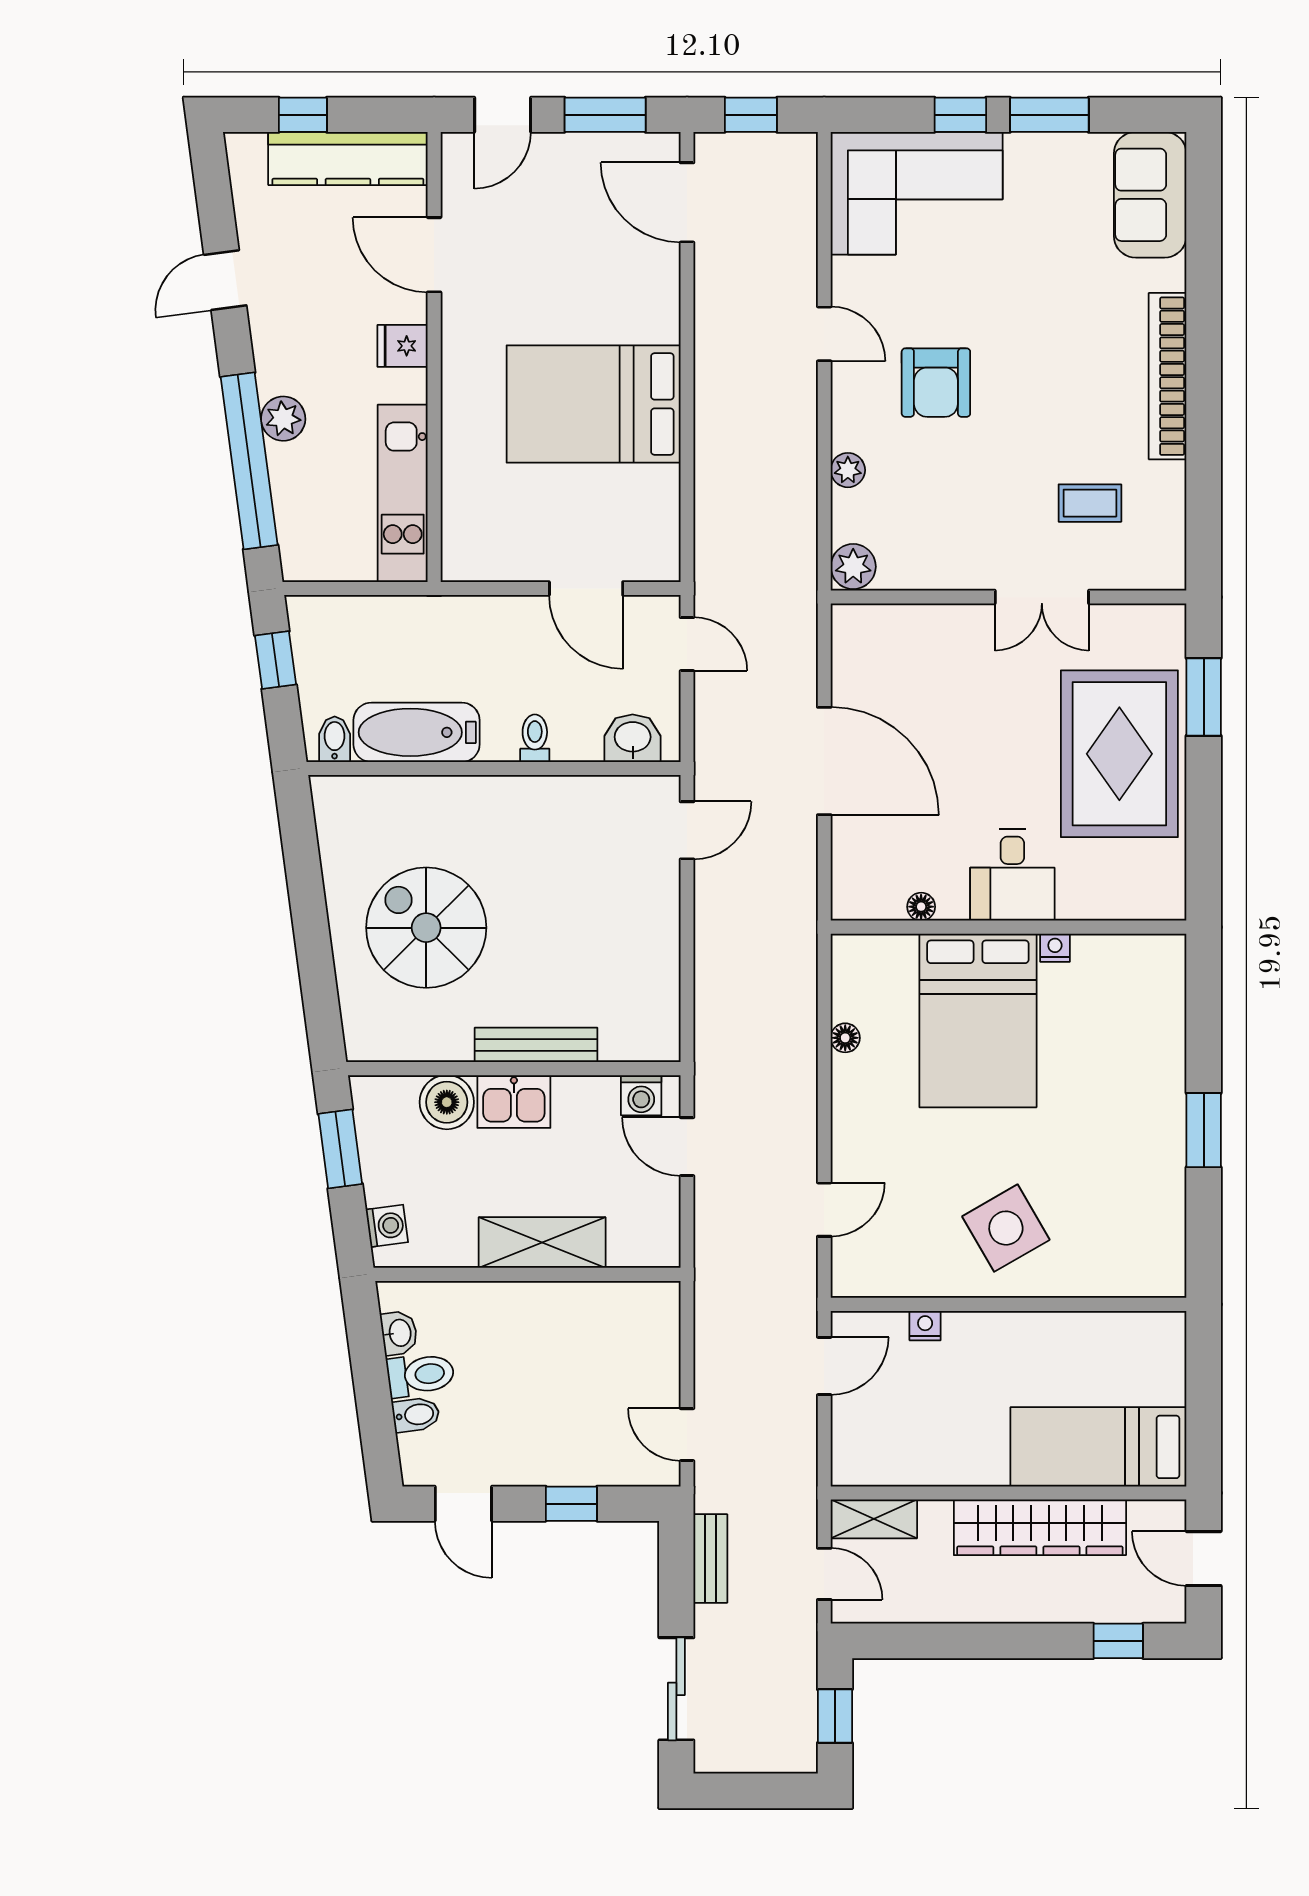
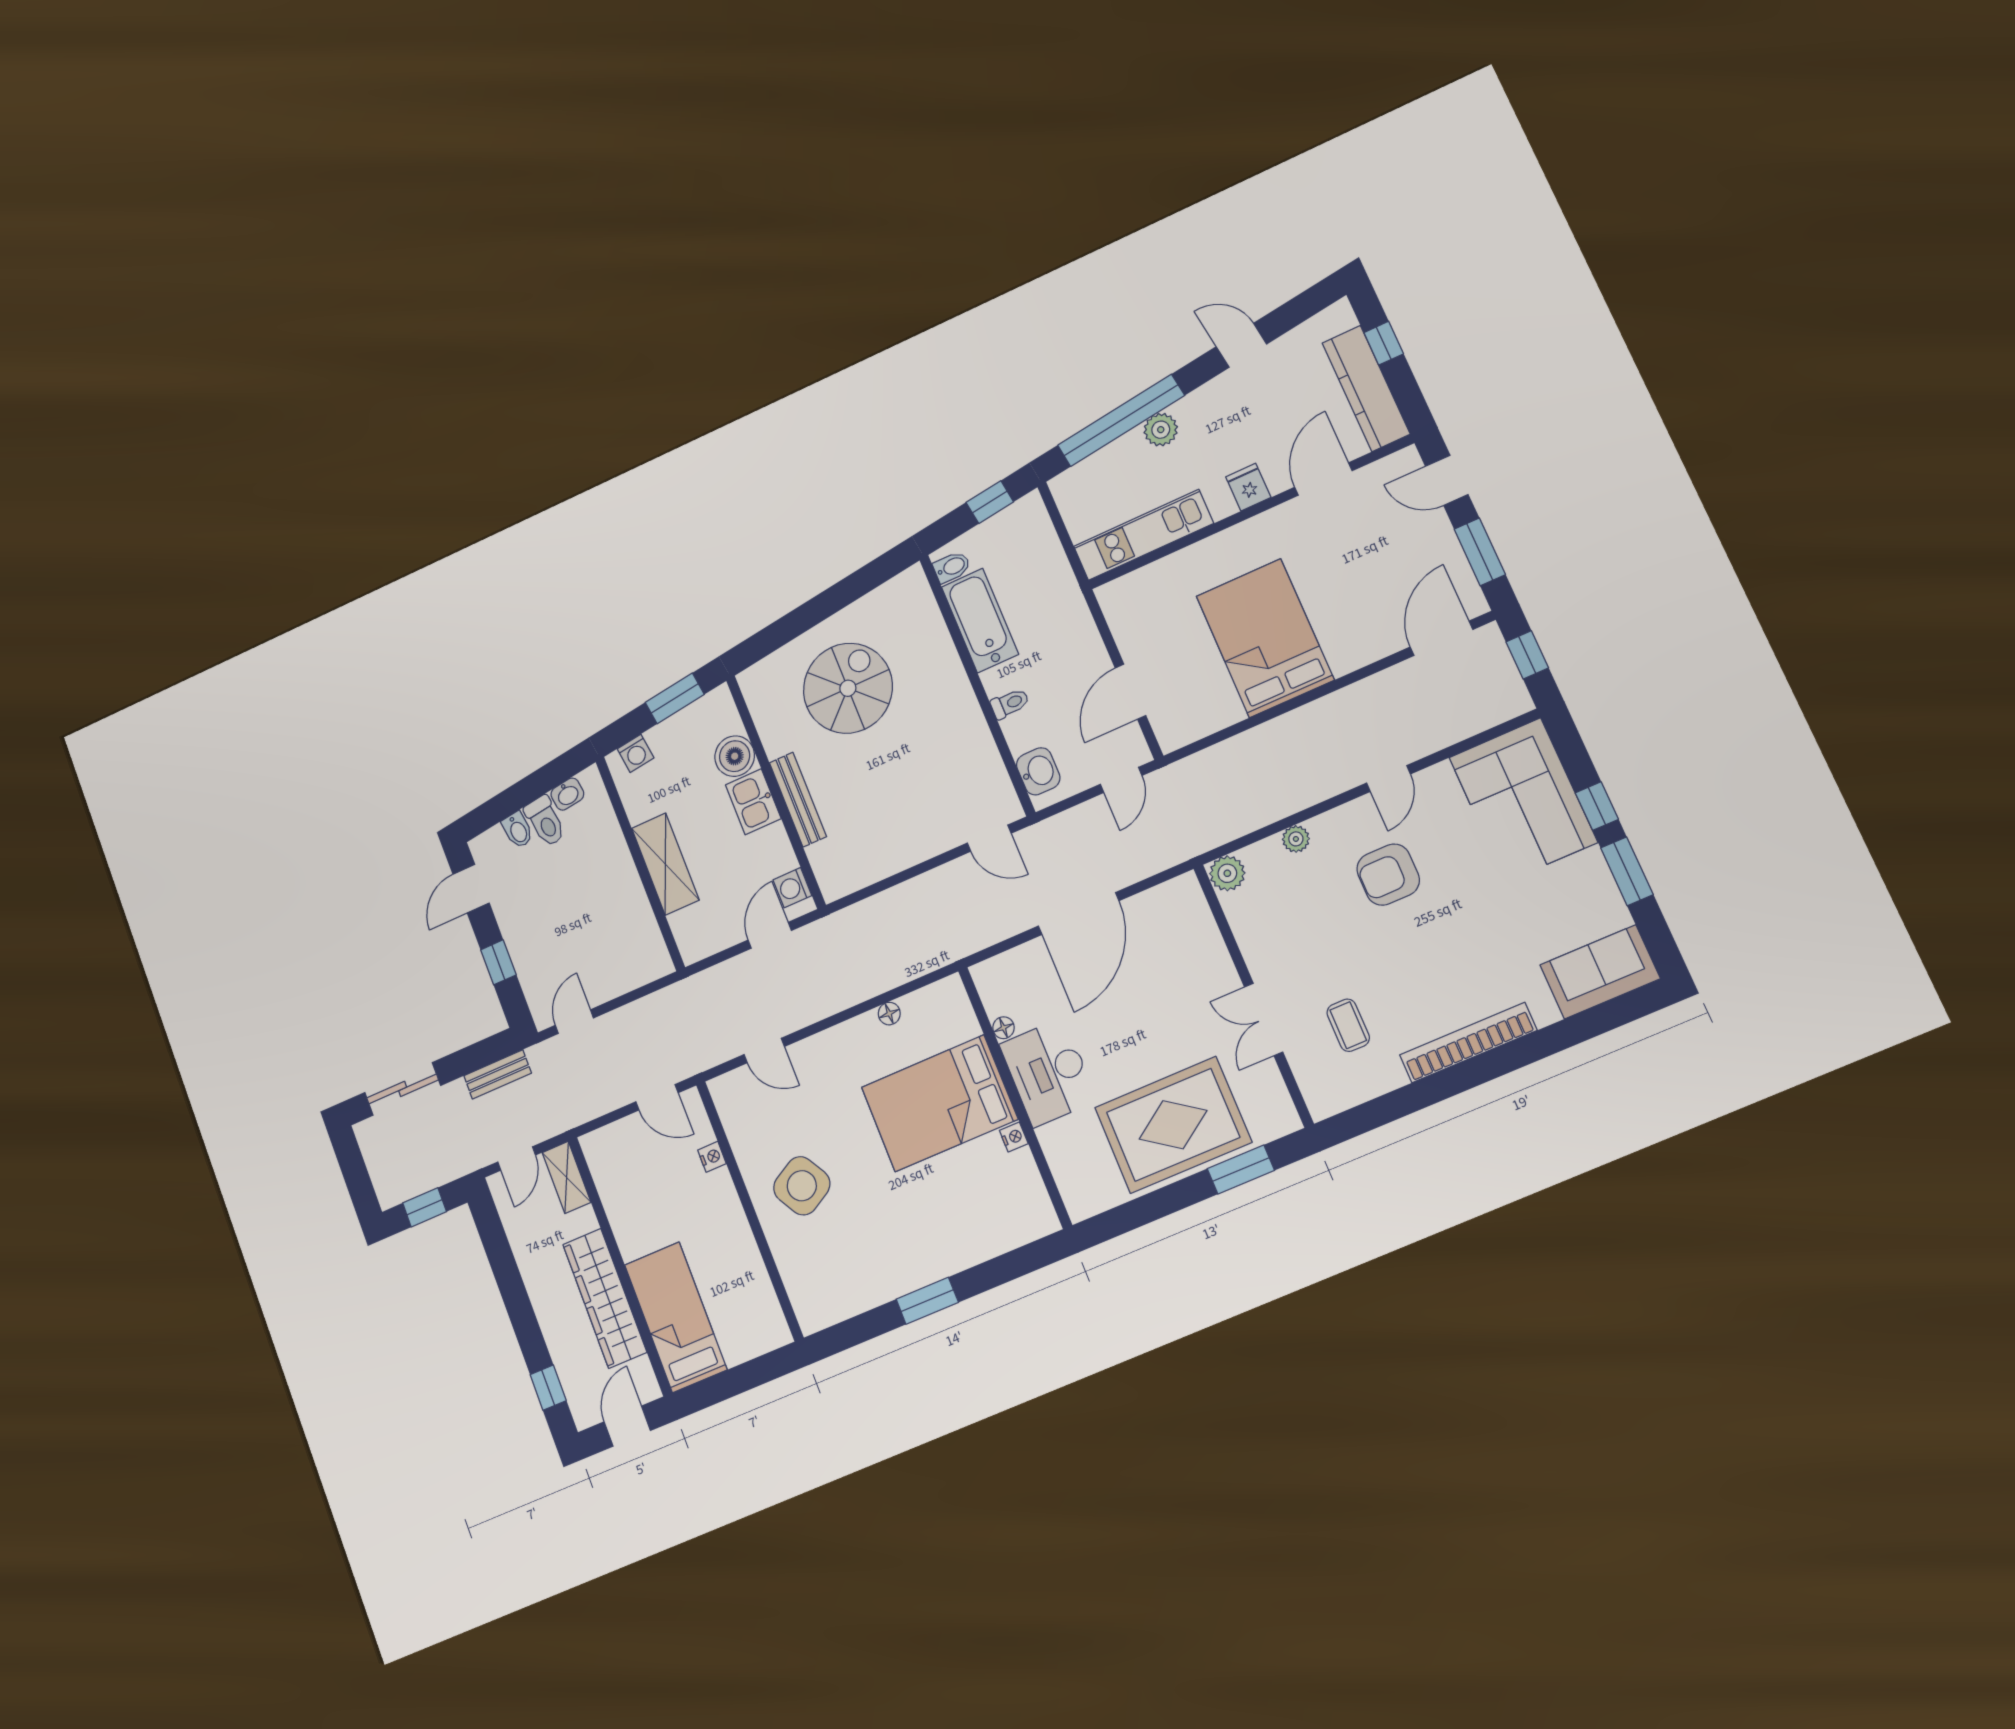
desk: (1012, 875) -> (1048, 1072), width x1.37

